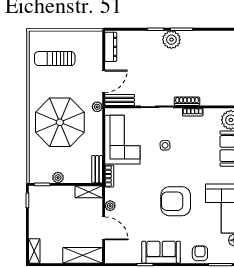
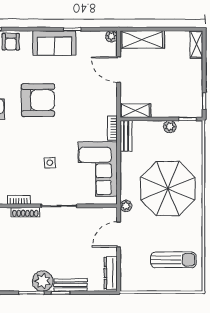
bench: (120, 100) -> (71, 285), moved
plant: (110, 206) -> (111, 36), moved

